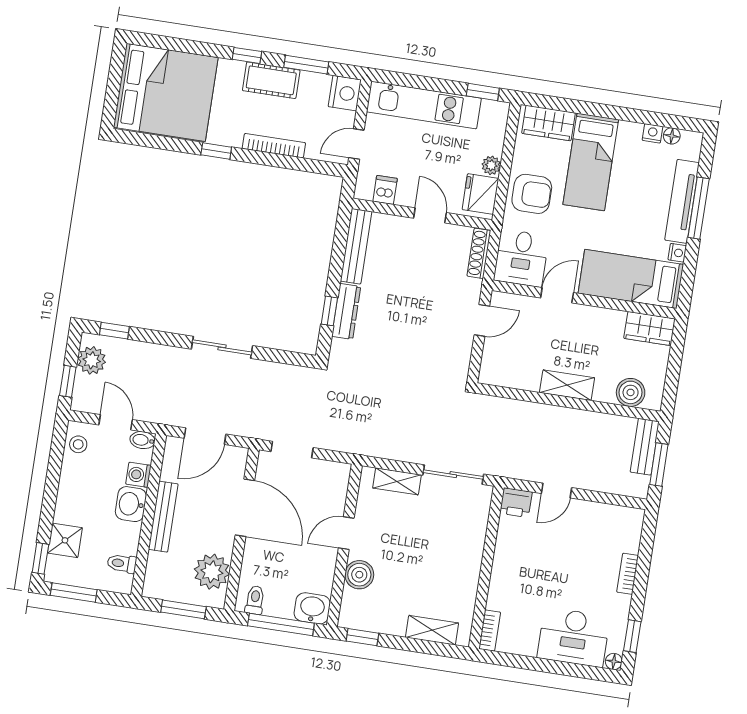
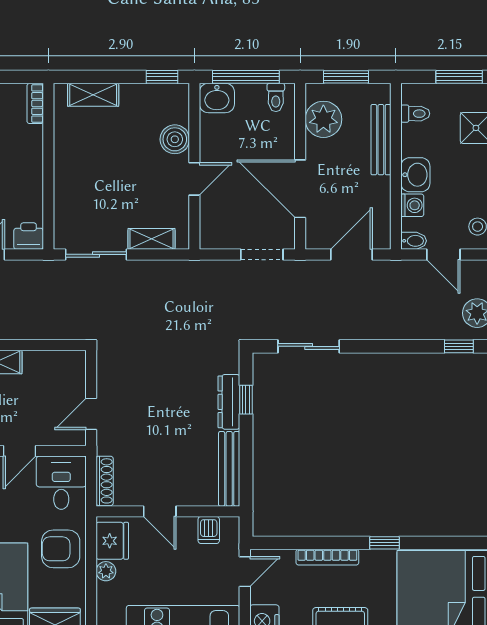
sliding door: (222, 347) -> (309, 346), moved
bench: (163, 517) -> (381, 140), moved

